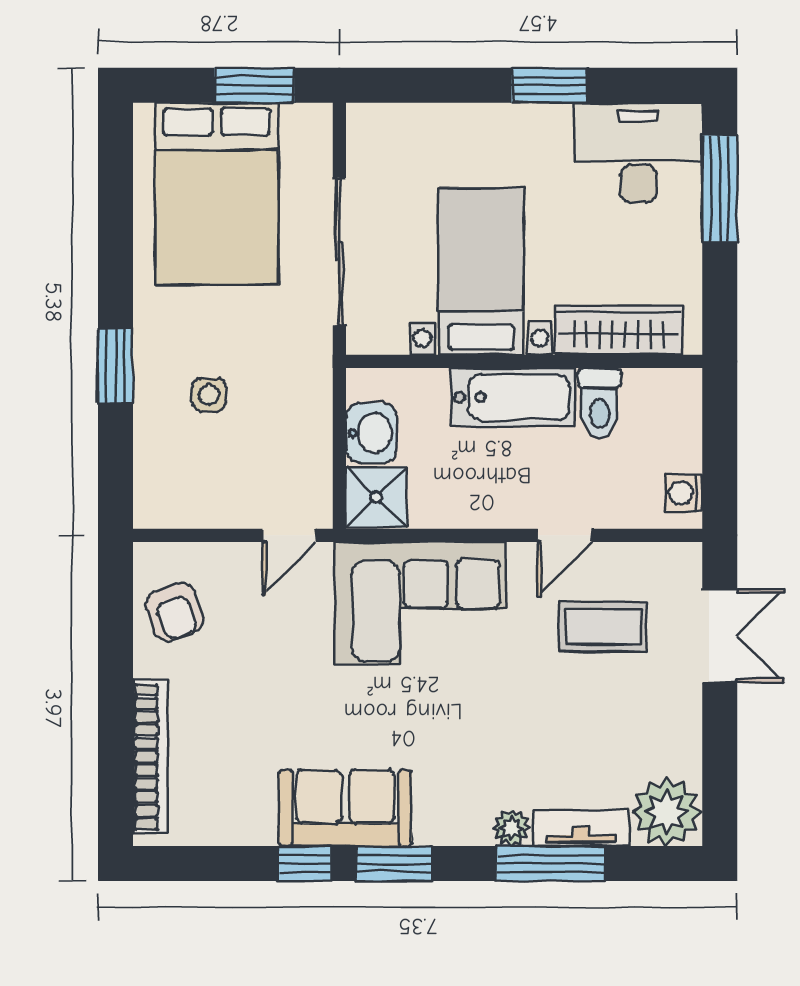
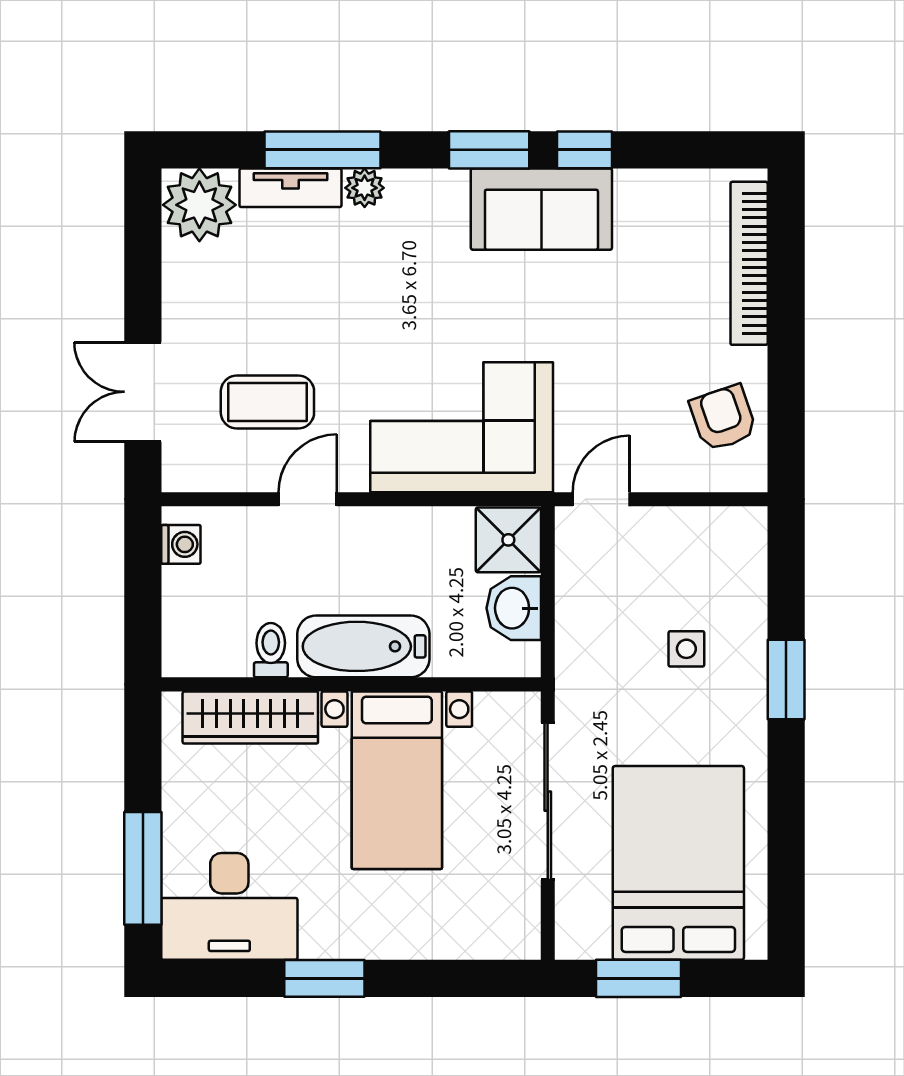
toilet: (600, 404) -> (271, 650), width x0.73, depth x0.72

